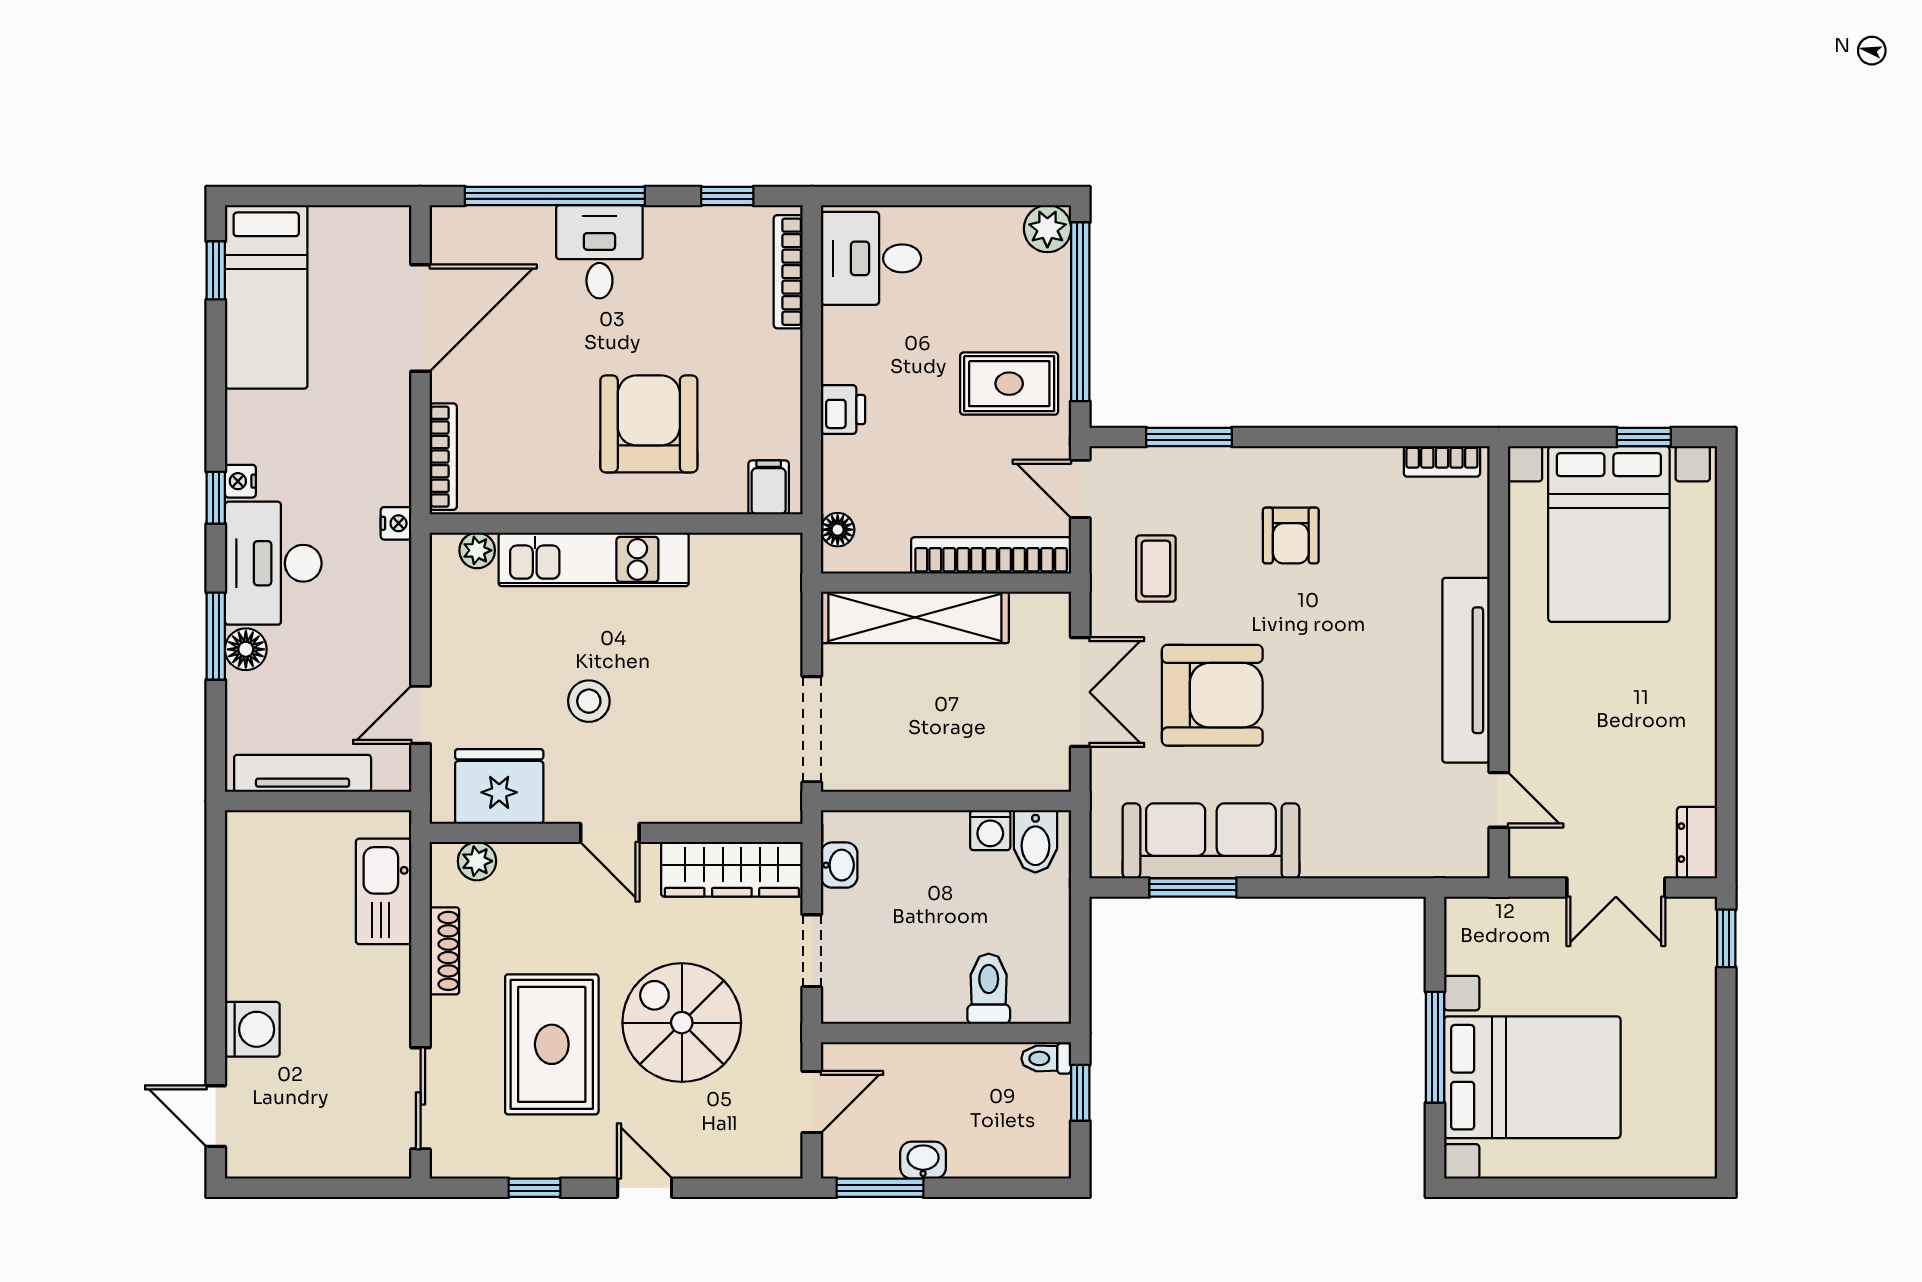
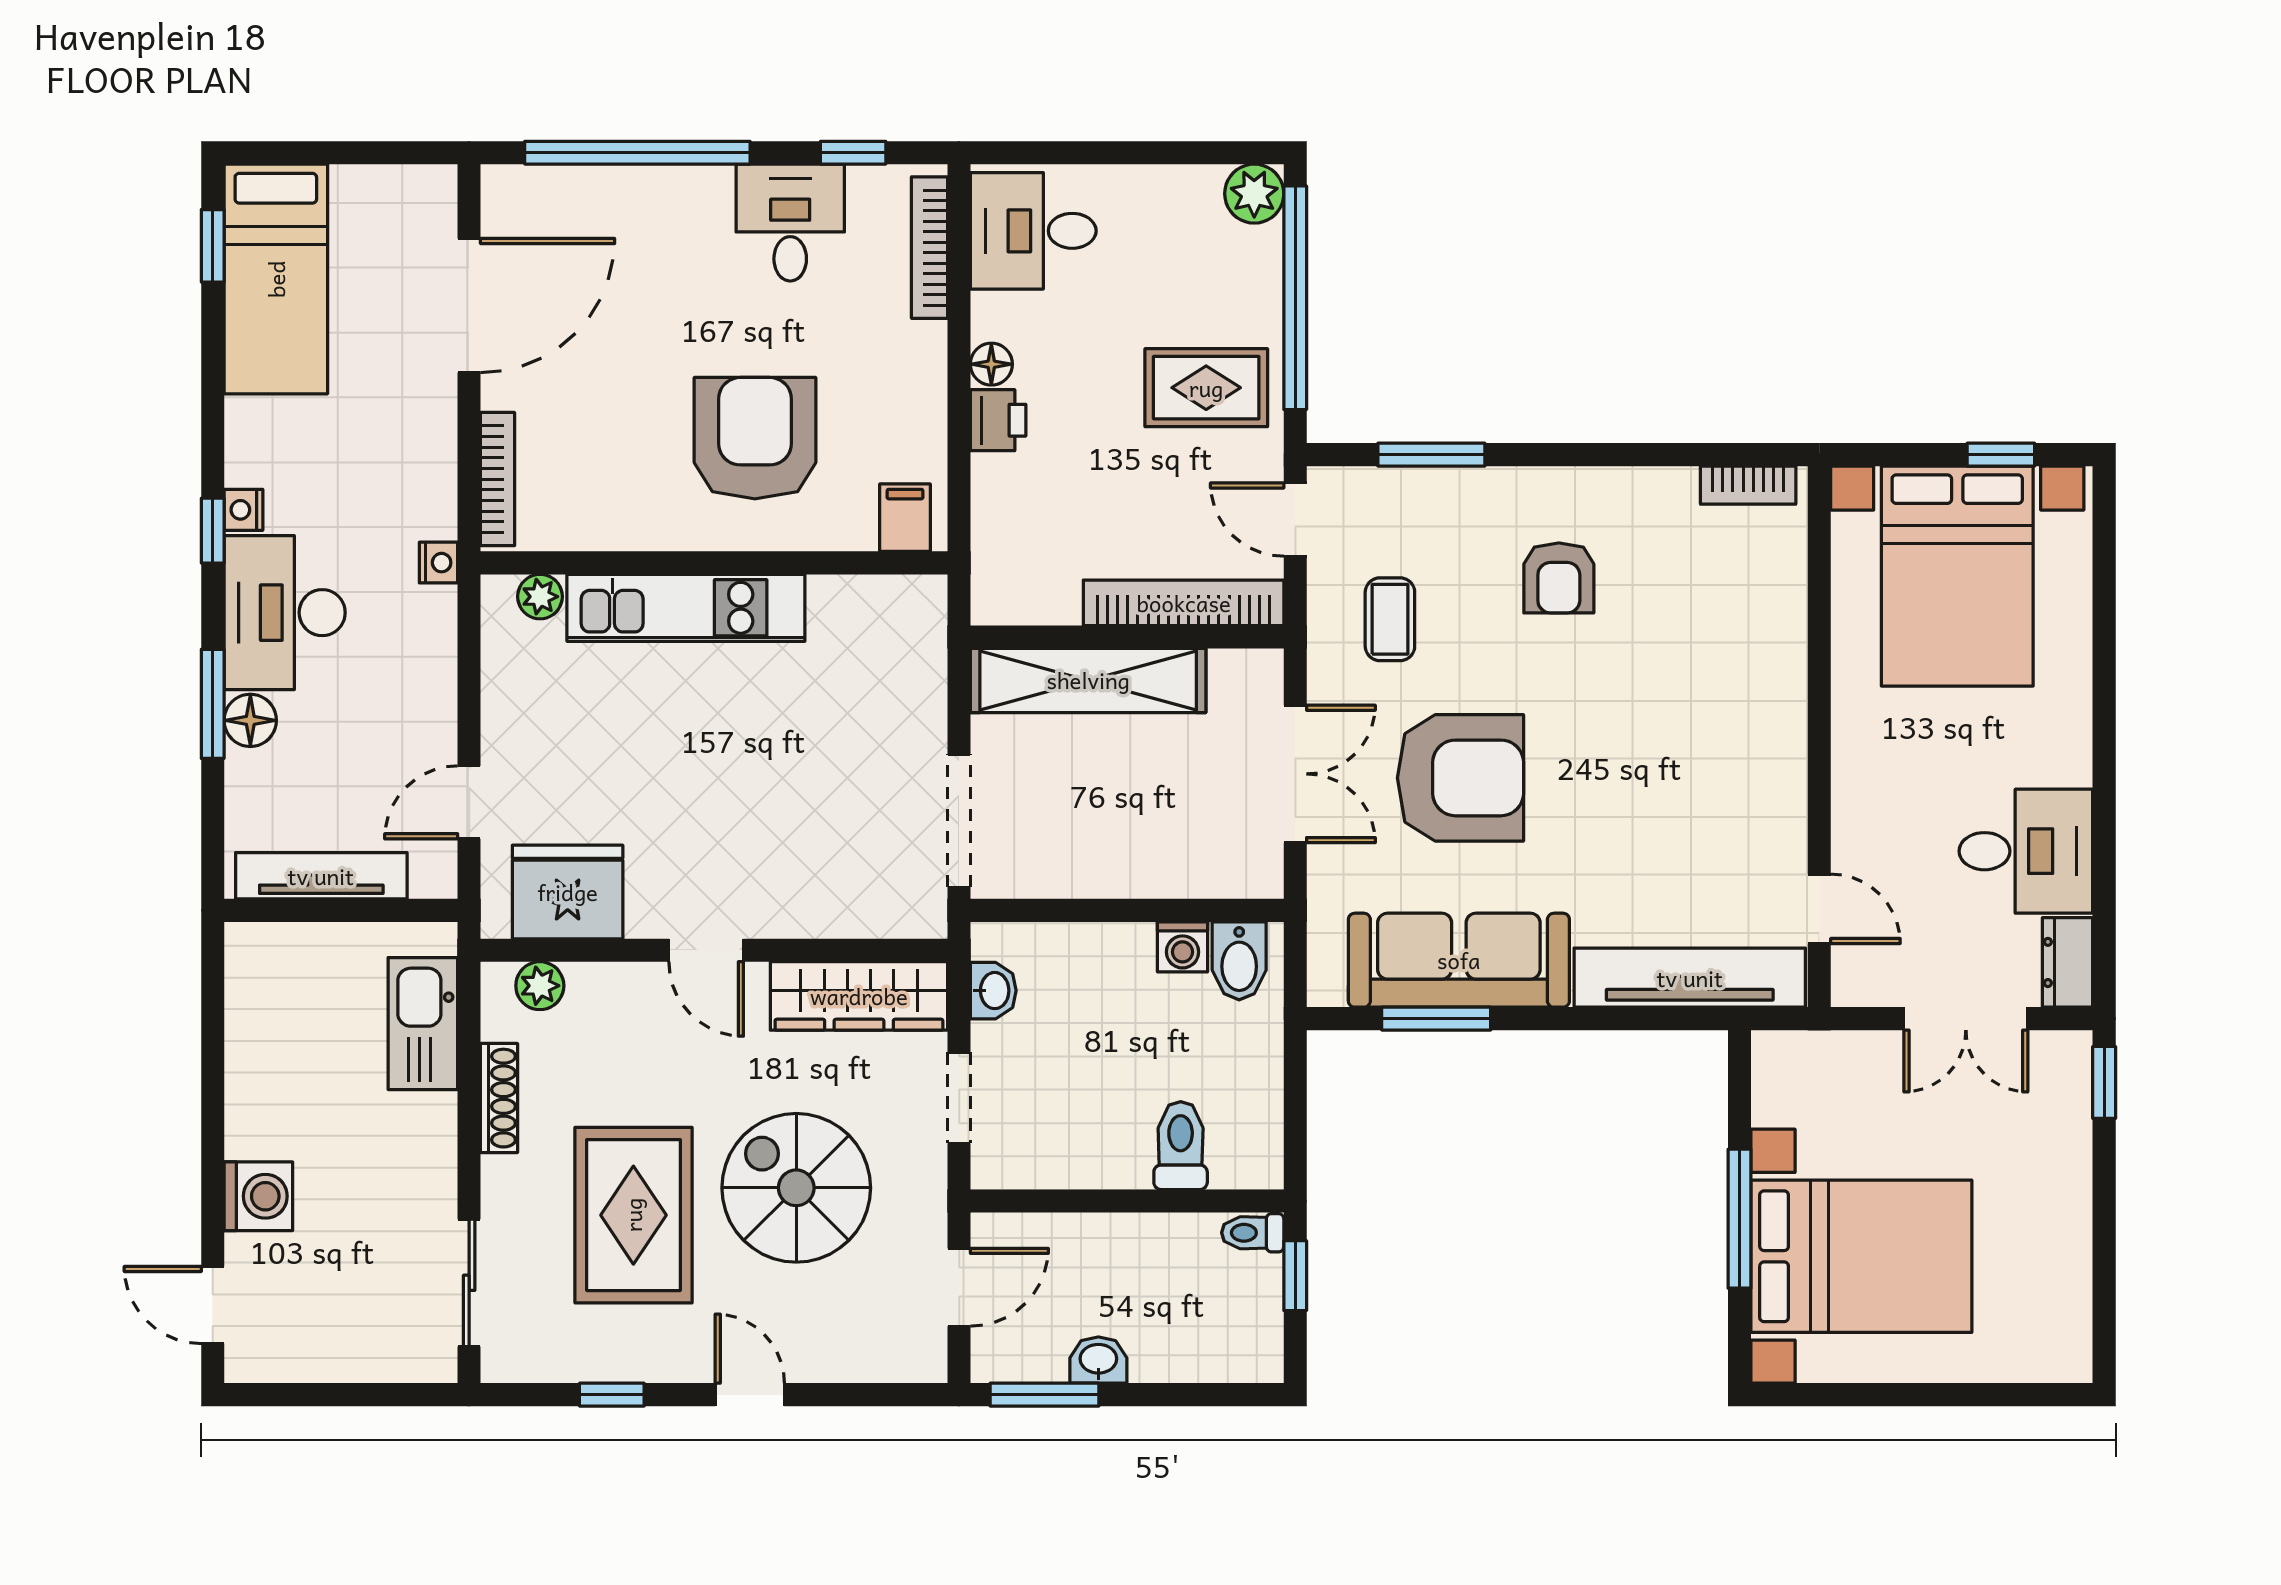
desk: (599, 252) -> (790, 223), moved
floor lamp: (838, 530) -> (991, 364), moved
tv unit: (1466, 670) -> (1690, 978), moved, turned 90
stool: (589, 701) -> (680, 785), removed
desk: (1664, 754) -> (2026, 851), added

